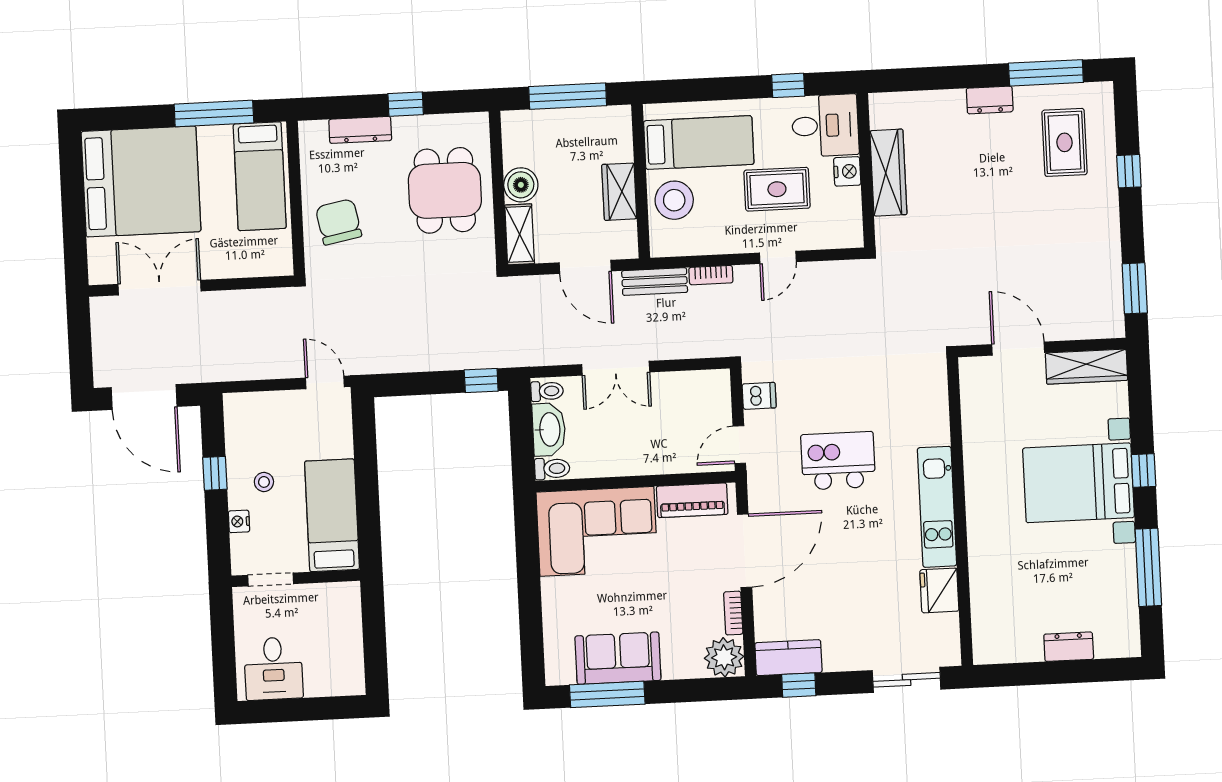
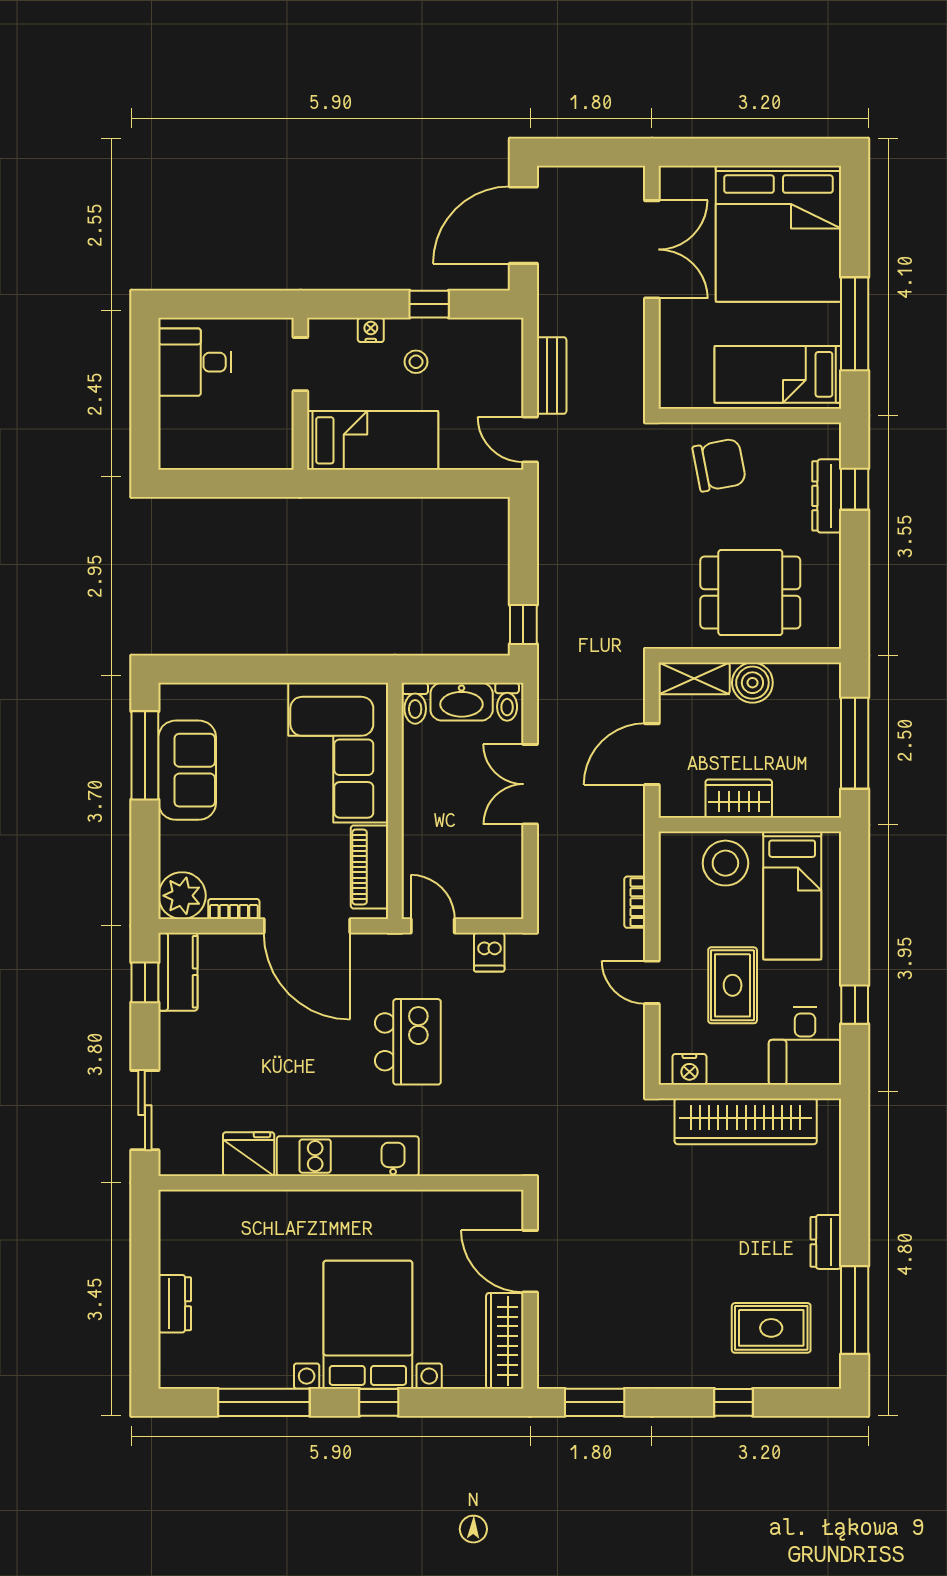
window: (406, 104) -> (855, 489), moved
nightstand: (847, 171) -> (689, 1069), moved
wardrobe: (888, 173) -> (746, 1121), width x1.40, depth x1.17
bench: (655, 282) -> (552, 375), moved
door: (1018, 349) -> (530, 1261), swing flipped
door: (325, 382) -> (530, 439), swing flipped

